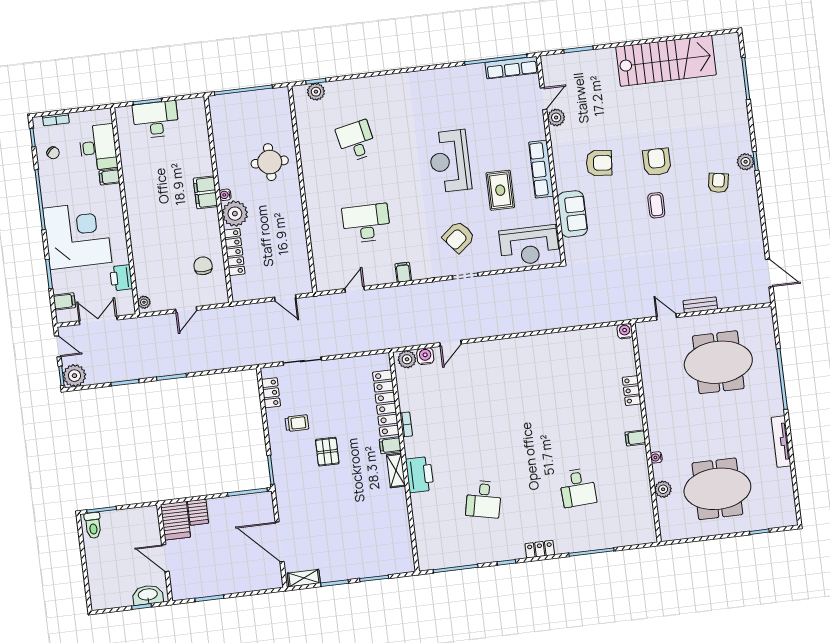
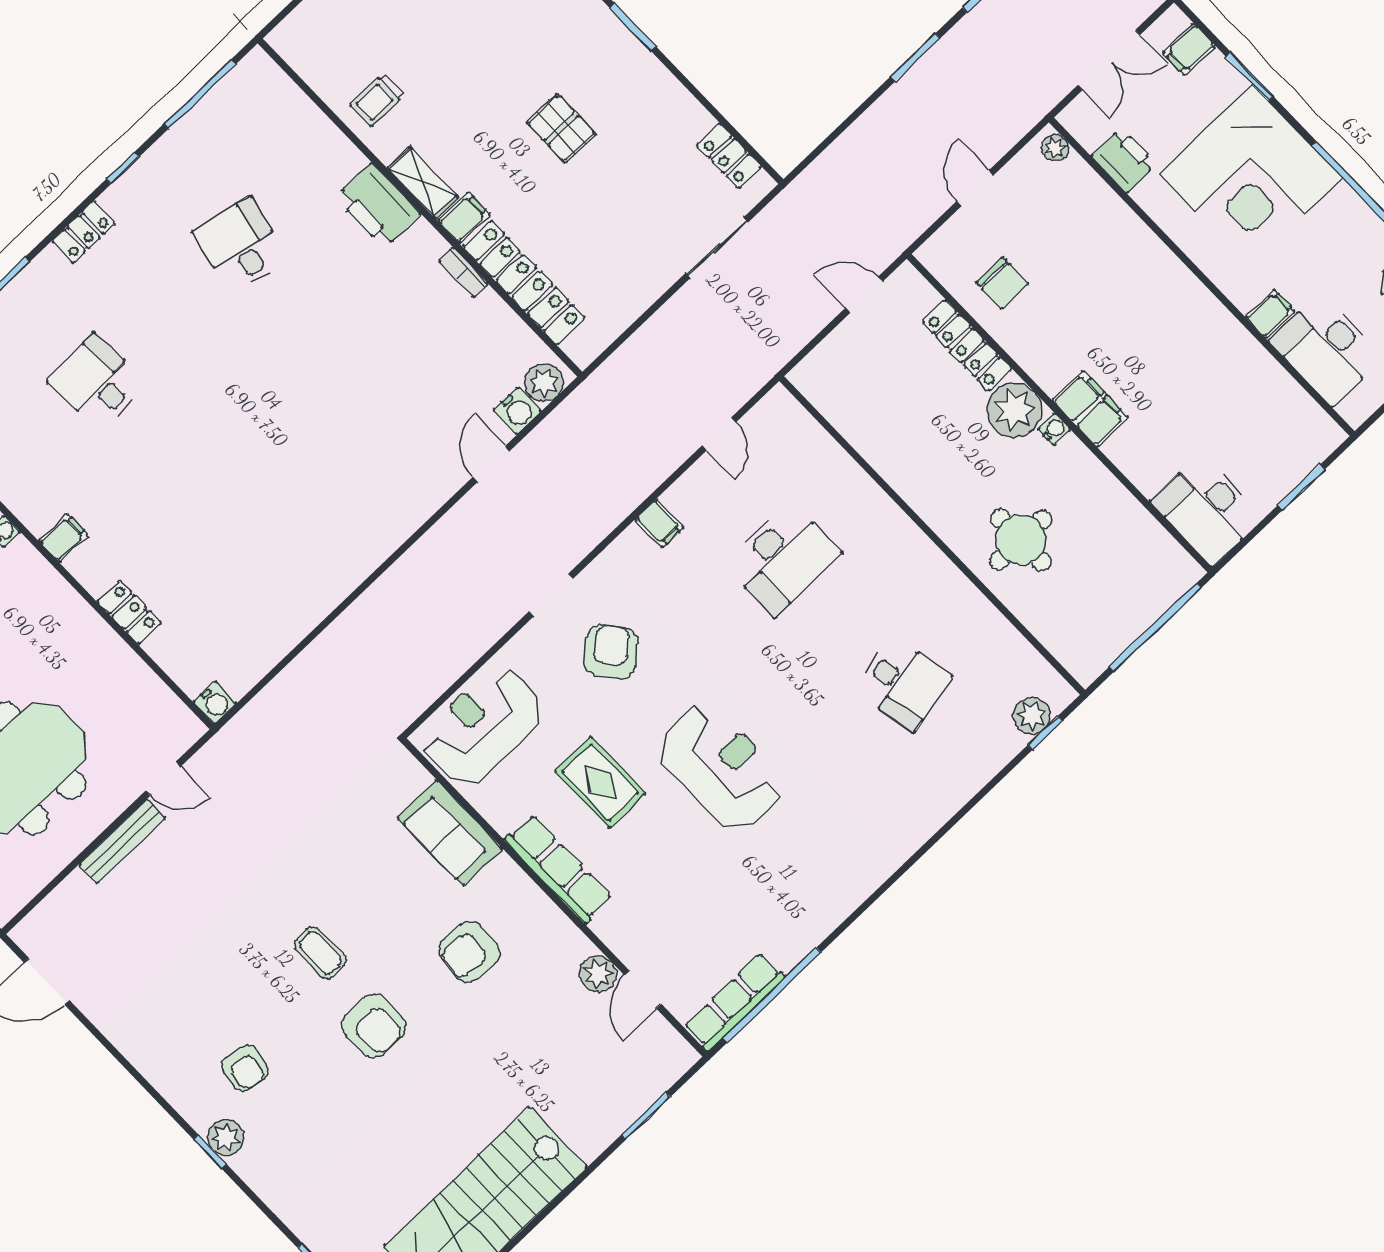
desk: (156, 120) -> (1207, 510), moved, turned 90
door: (285, 298) -> (864, 295), moved
bench: (700, 305) -> (122, 841), width x1.36
trolley: (297, 423) -> (377, 100), moved

